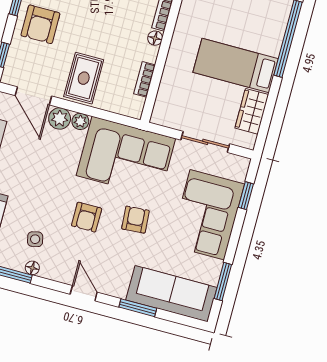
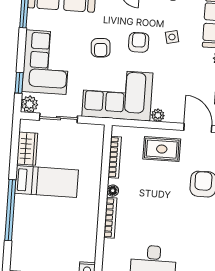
rug: (84, 78) -> (162, 149), turned 90
bookcase: (145, 79) -> (115, 157), width x1.56
plant: (60, 118) -> (29, 104), moved
side table: (35, 239) -> (172, 37), moved

